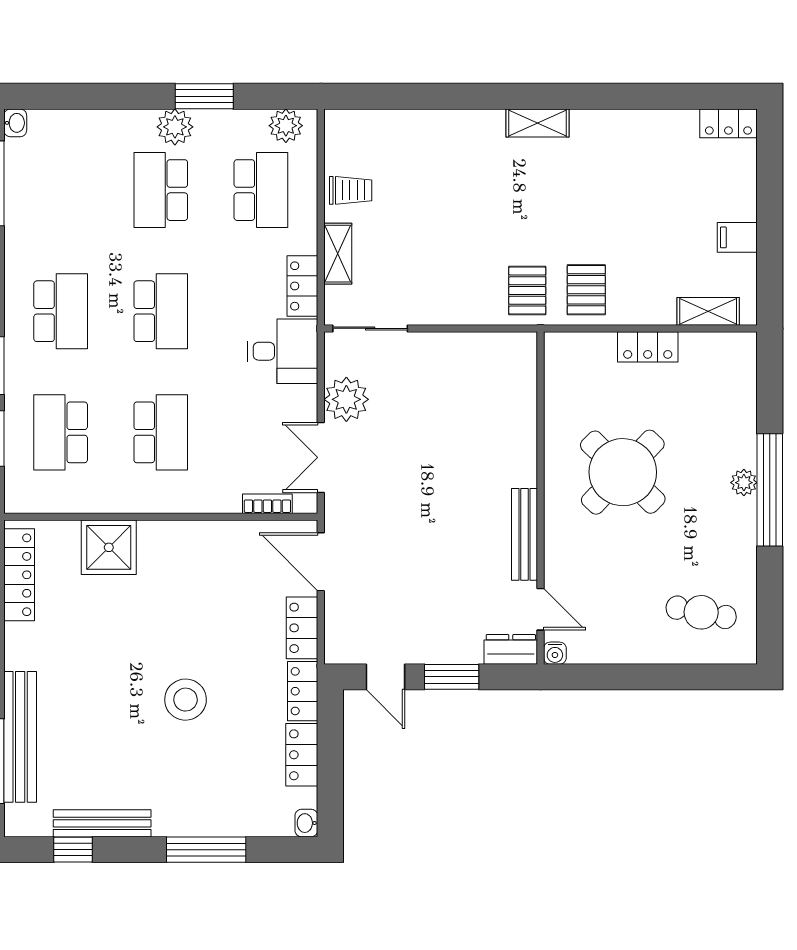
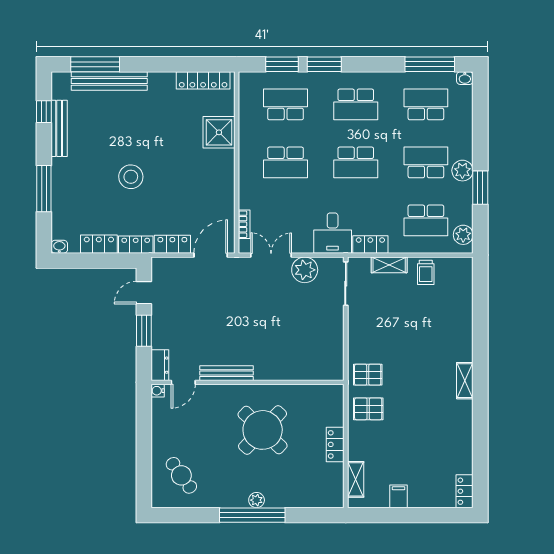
school desk: (61, 190) -> (426, 104), added
cafe table: (701, 612) -> (181, 475), turned -47

